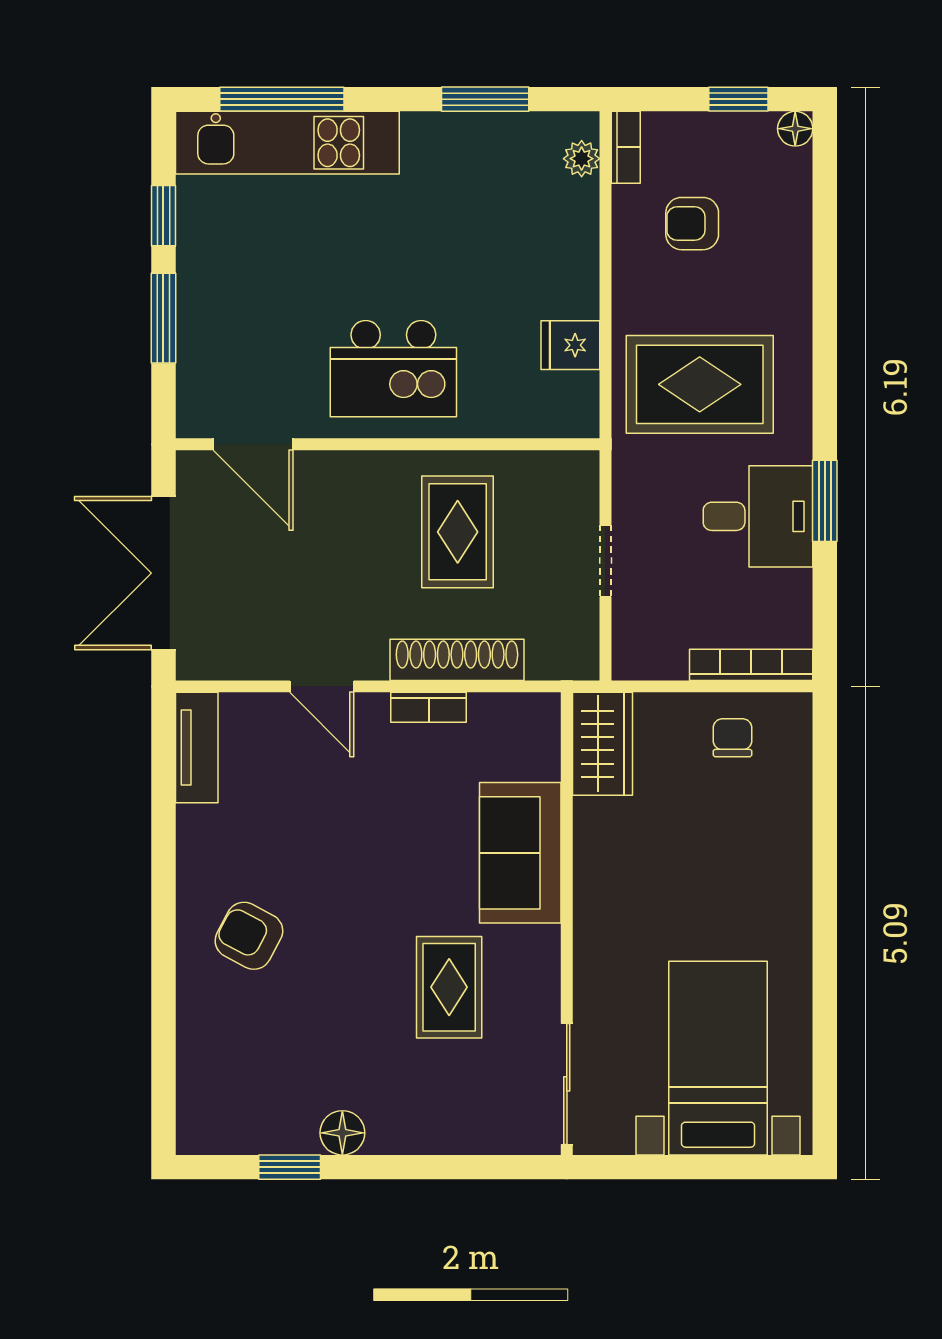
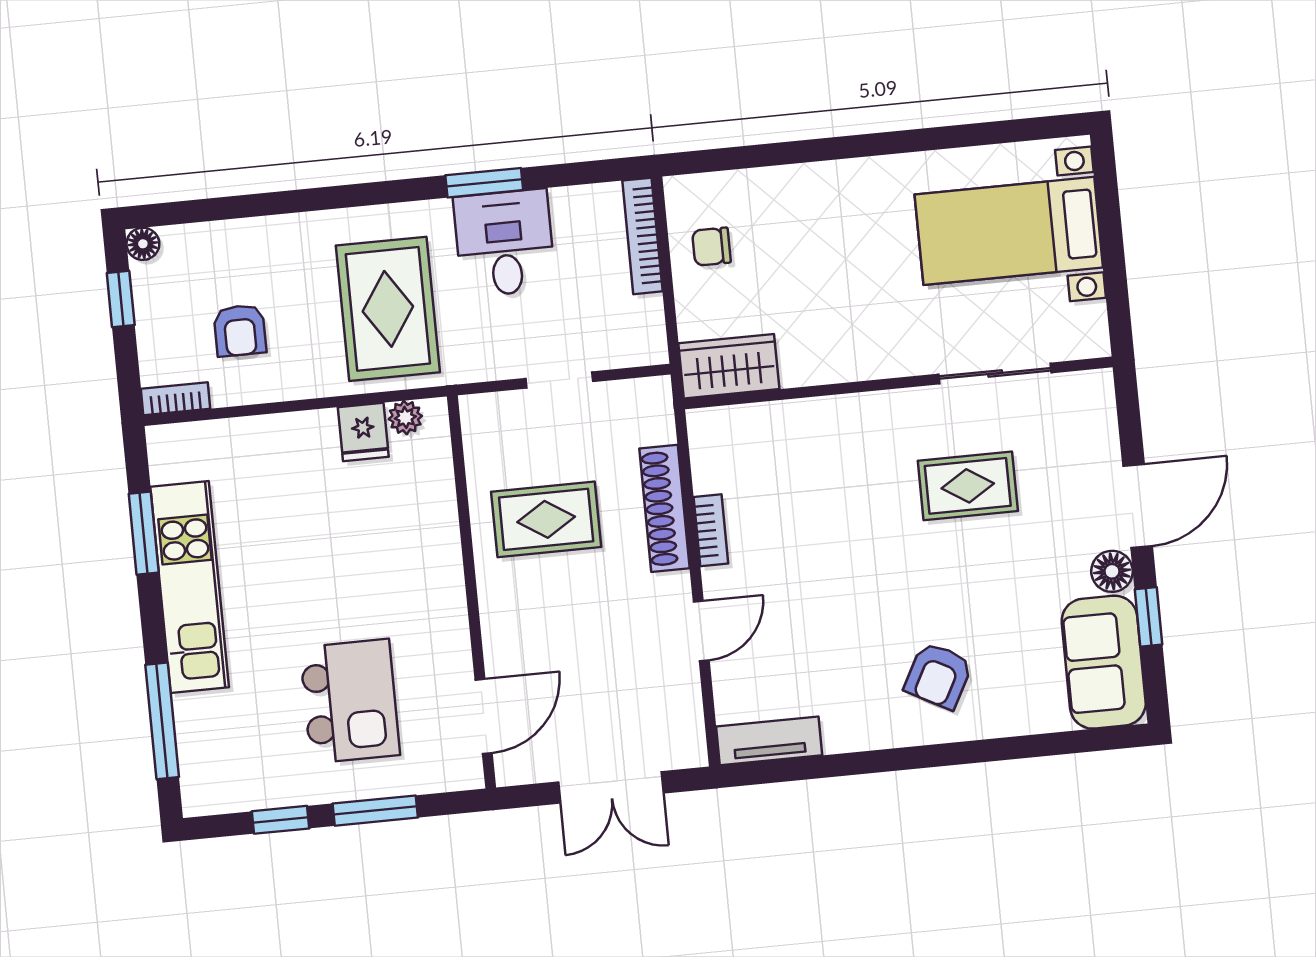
kitchen unit: (287, 143) -> (190, 587), moved
plant: (582, 159) -> (405, 417), moved
kitchen island: (393, 369) -> (350, 701), moved
double door: (163, 573) -> (611, 787), width x0.73
sofa: (520, 853) -> (1104, 662), moved, turned 90
sliding door: (567, 1084) -> (995, 373), moved
door: (410, 1167) -> (1138, 506), added

